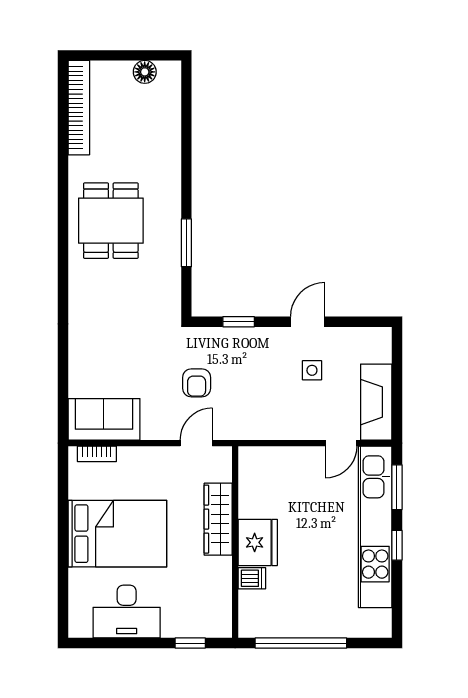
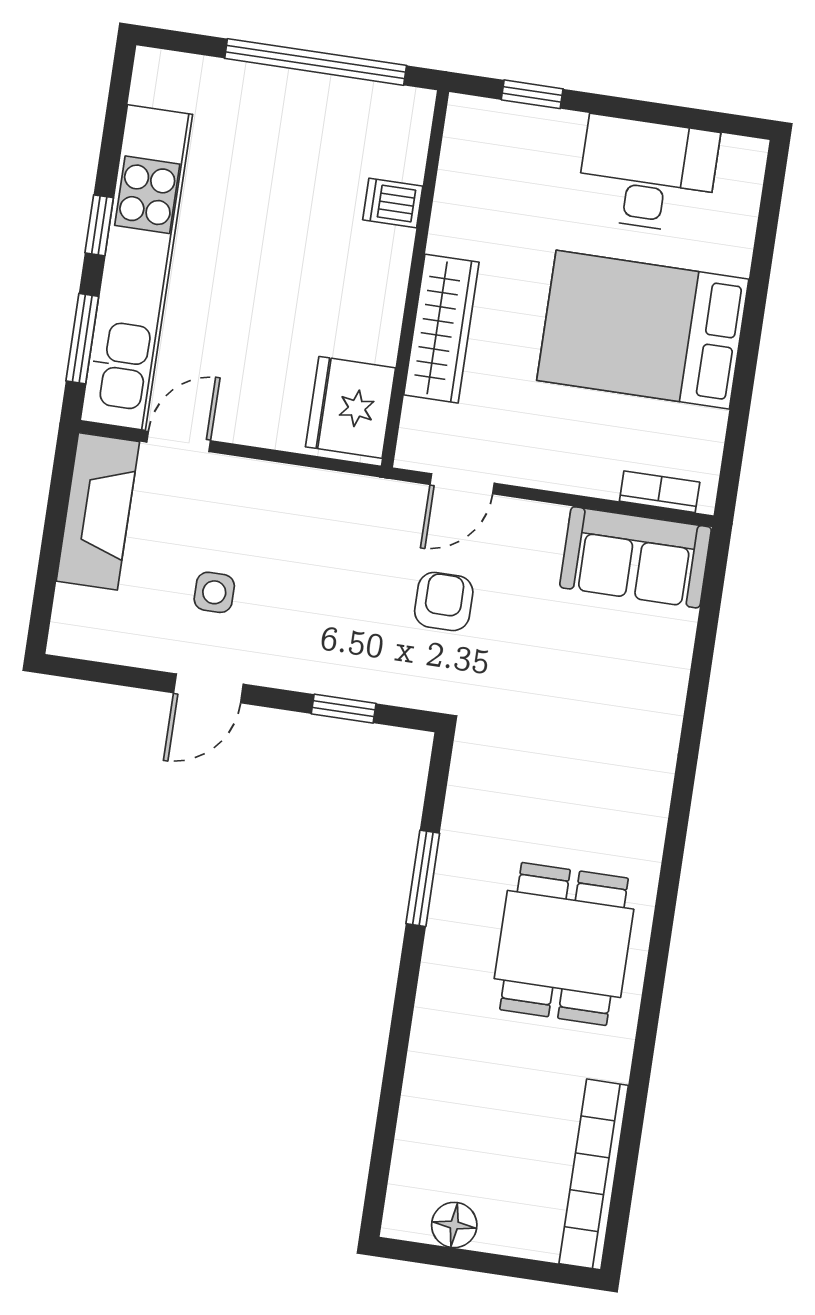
fridge: (258, 542) -> (351, 407), moved

